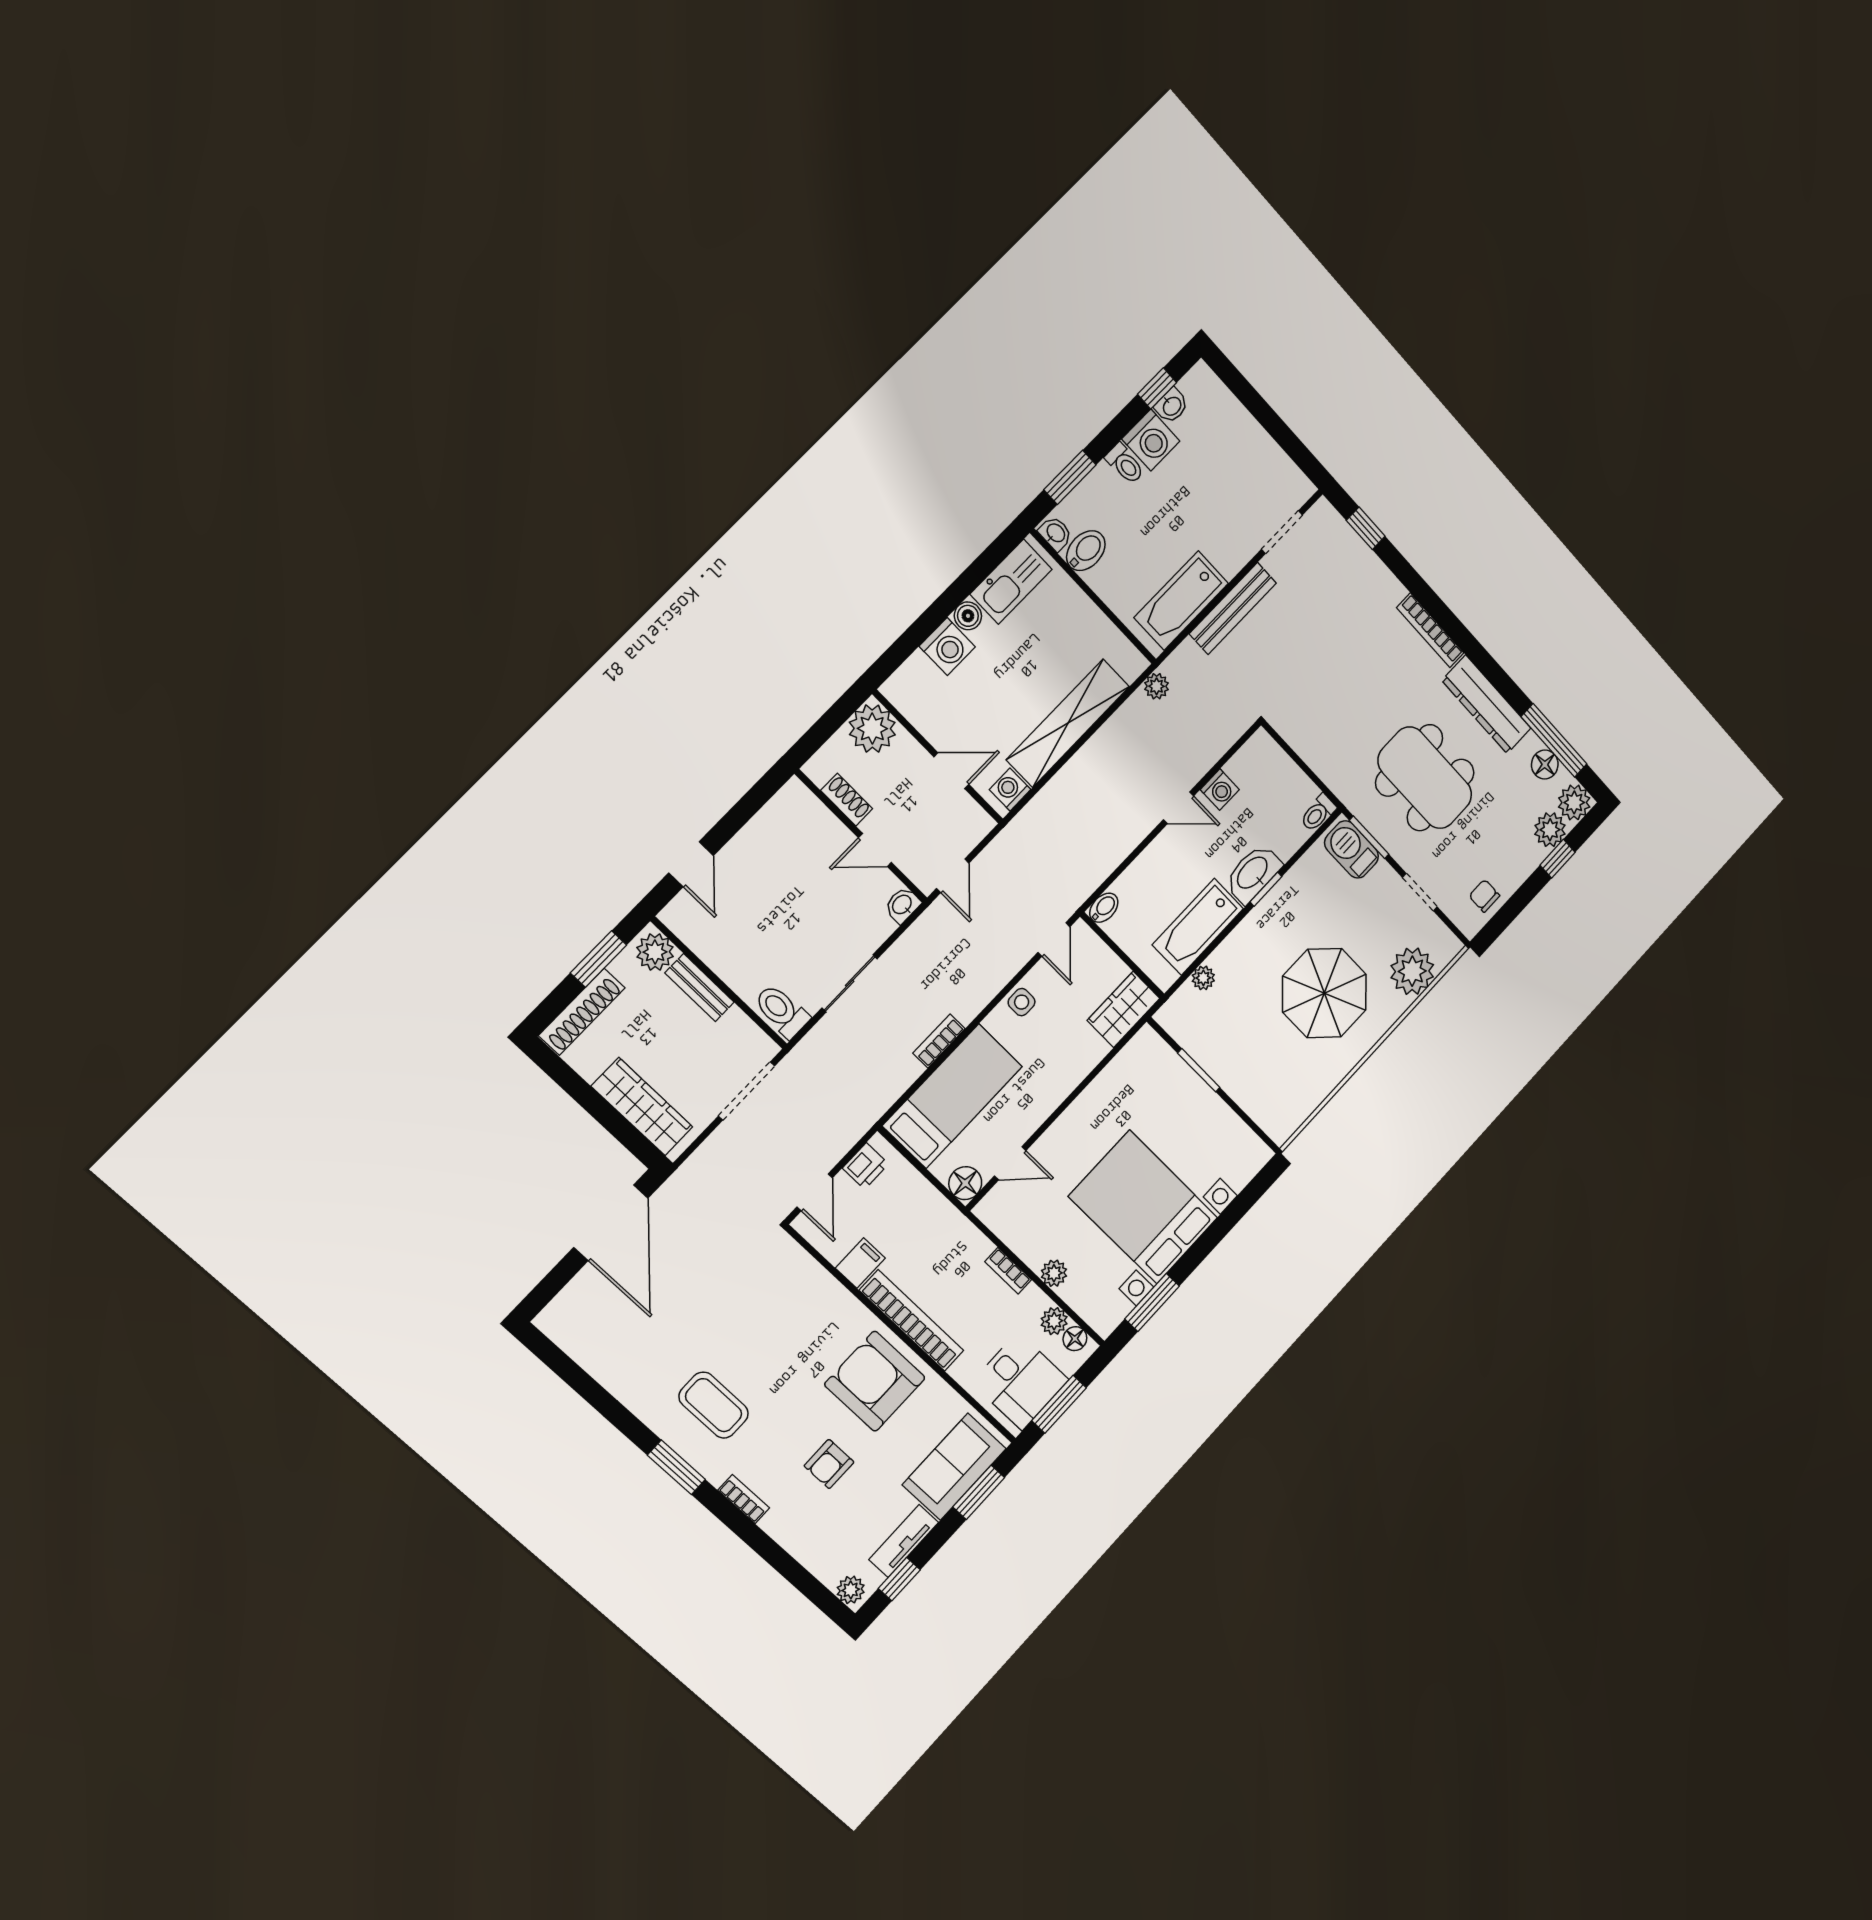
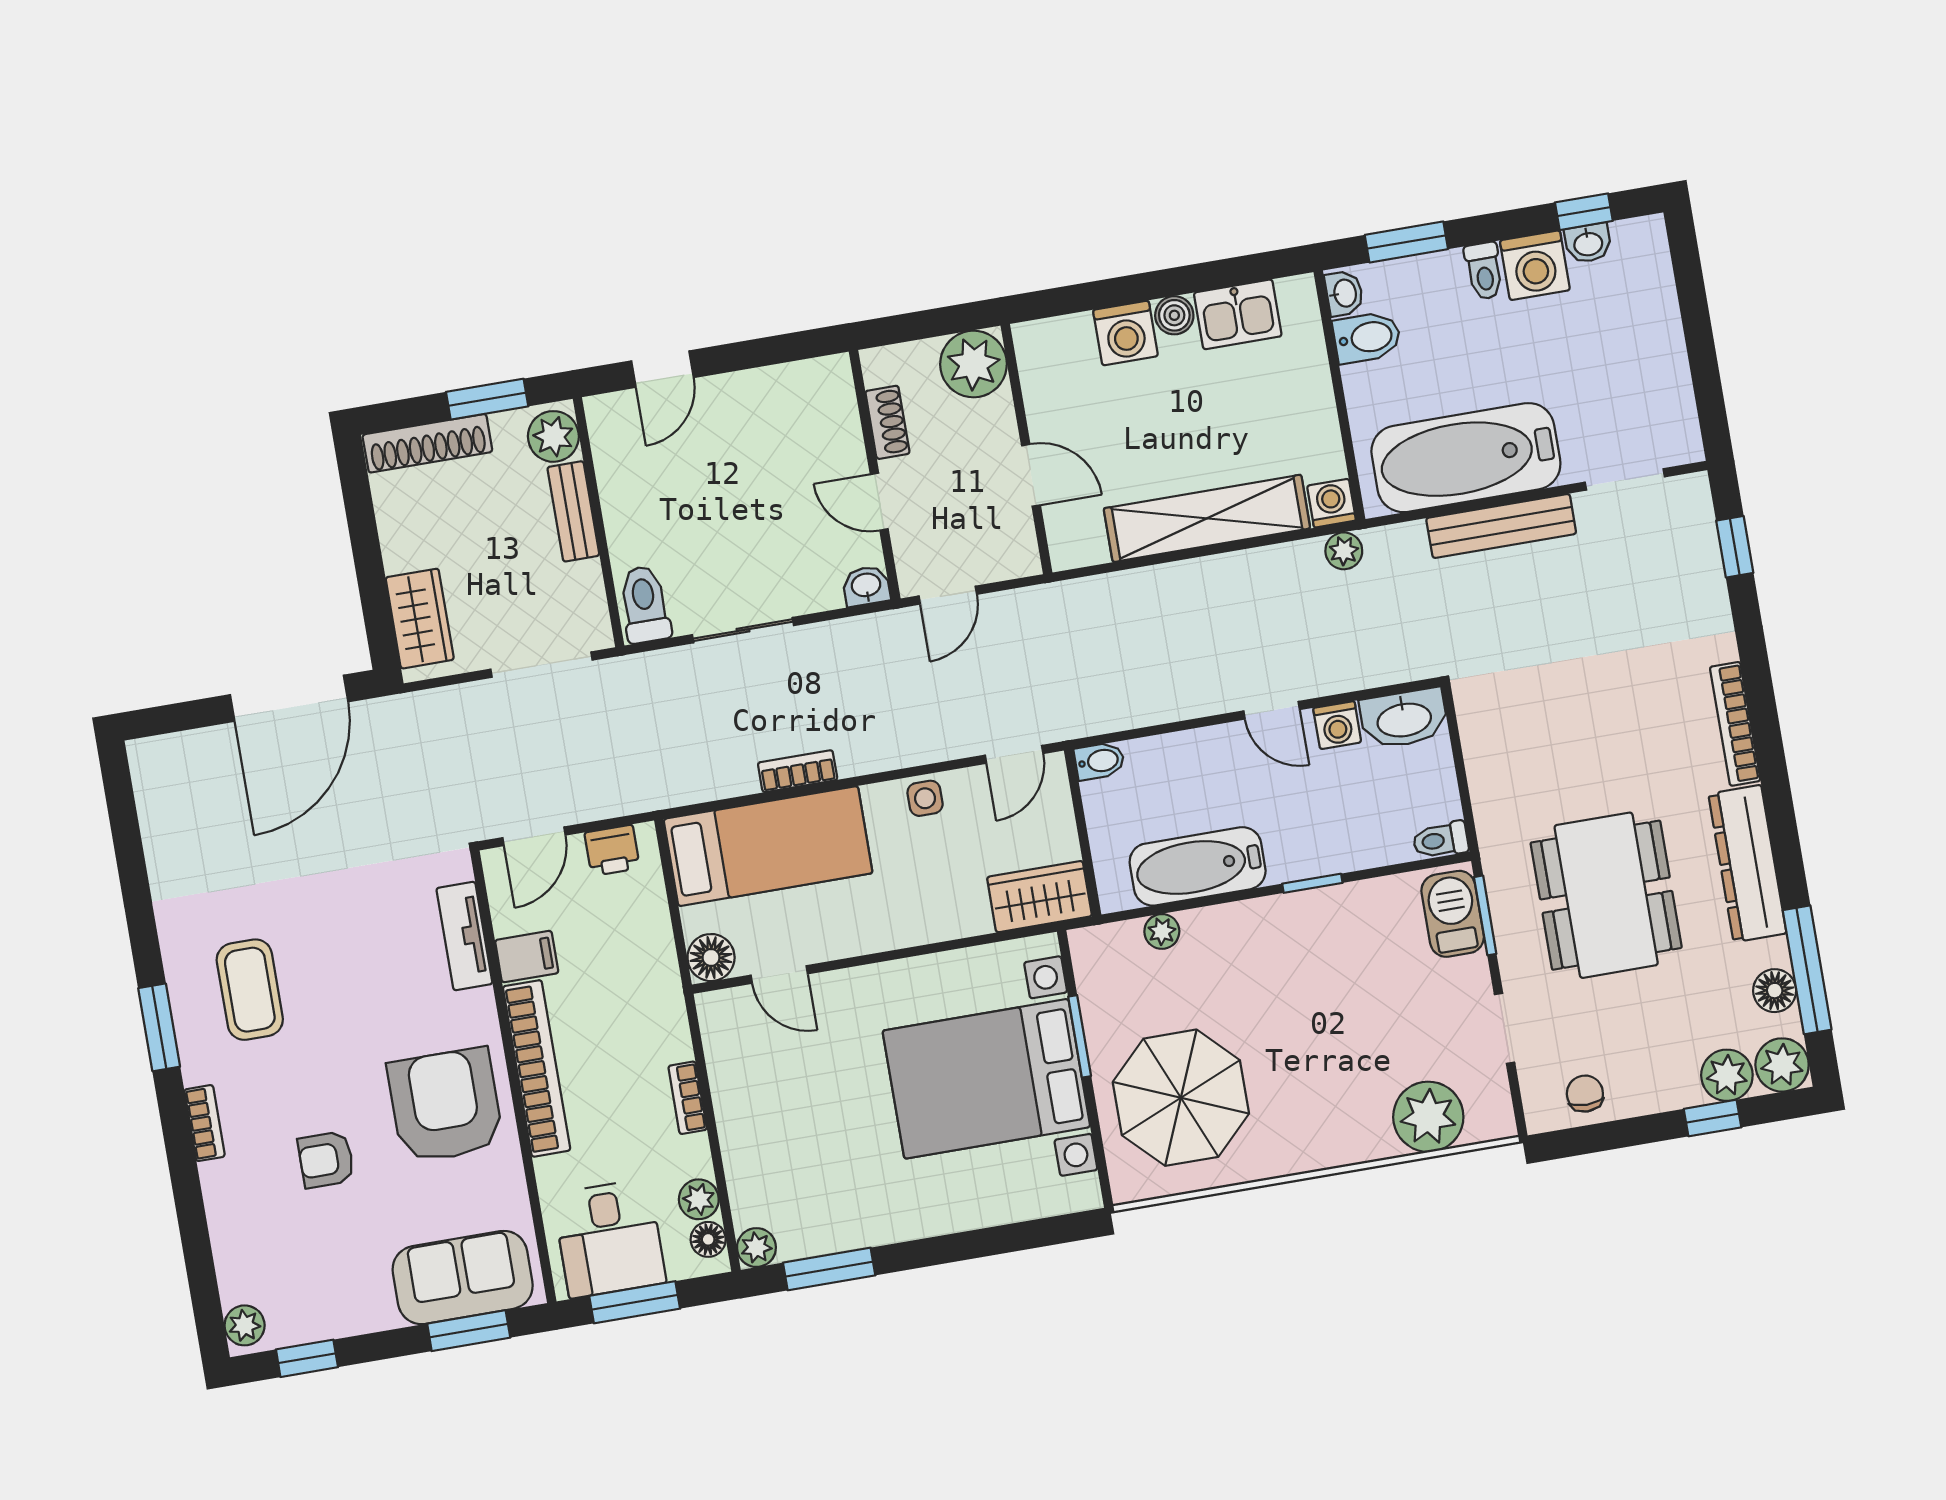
kitchen sink: (1011, 582) -> (1238, 314), width x0.73
bathtub: (1181, 601) -> (1466, 458), width x1.36, depth x1.36
washing machine: (1010, 790) -> (1331, 503), moved
washbasin: (1253, 873) -> (1404, 719), moved, turned 180
parasol: (1324, 993) -> (1181, 1098), moved
wardrobe: (642, 1107) -> (420, 619), width x0.67
bed with nightstands: (1143, 1207) -> (986, 1079), moved, turned -90
plant: (1054, 1273) -> (756, 1248), moved
tv unit: (904, 1541) -> (464, 936), moved, turned -90

